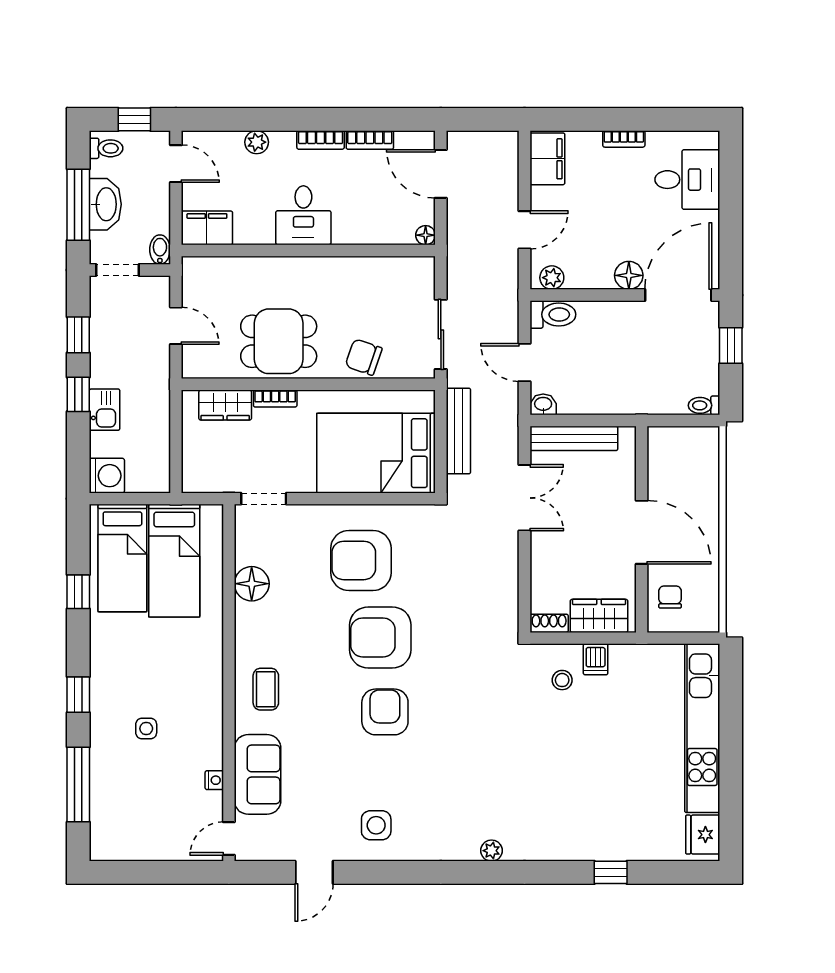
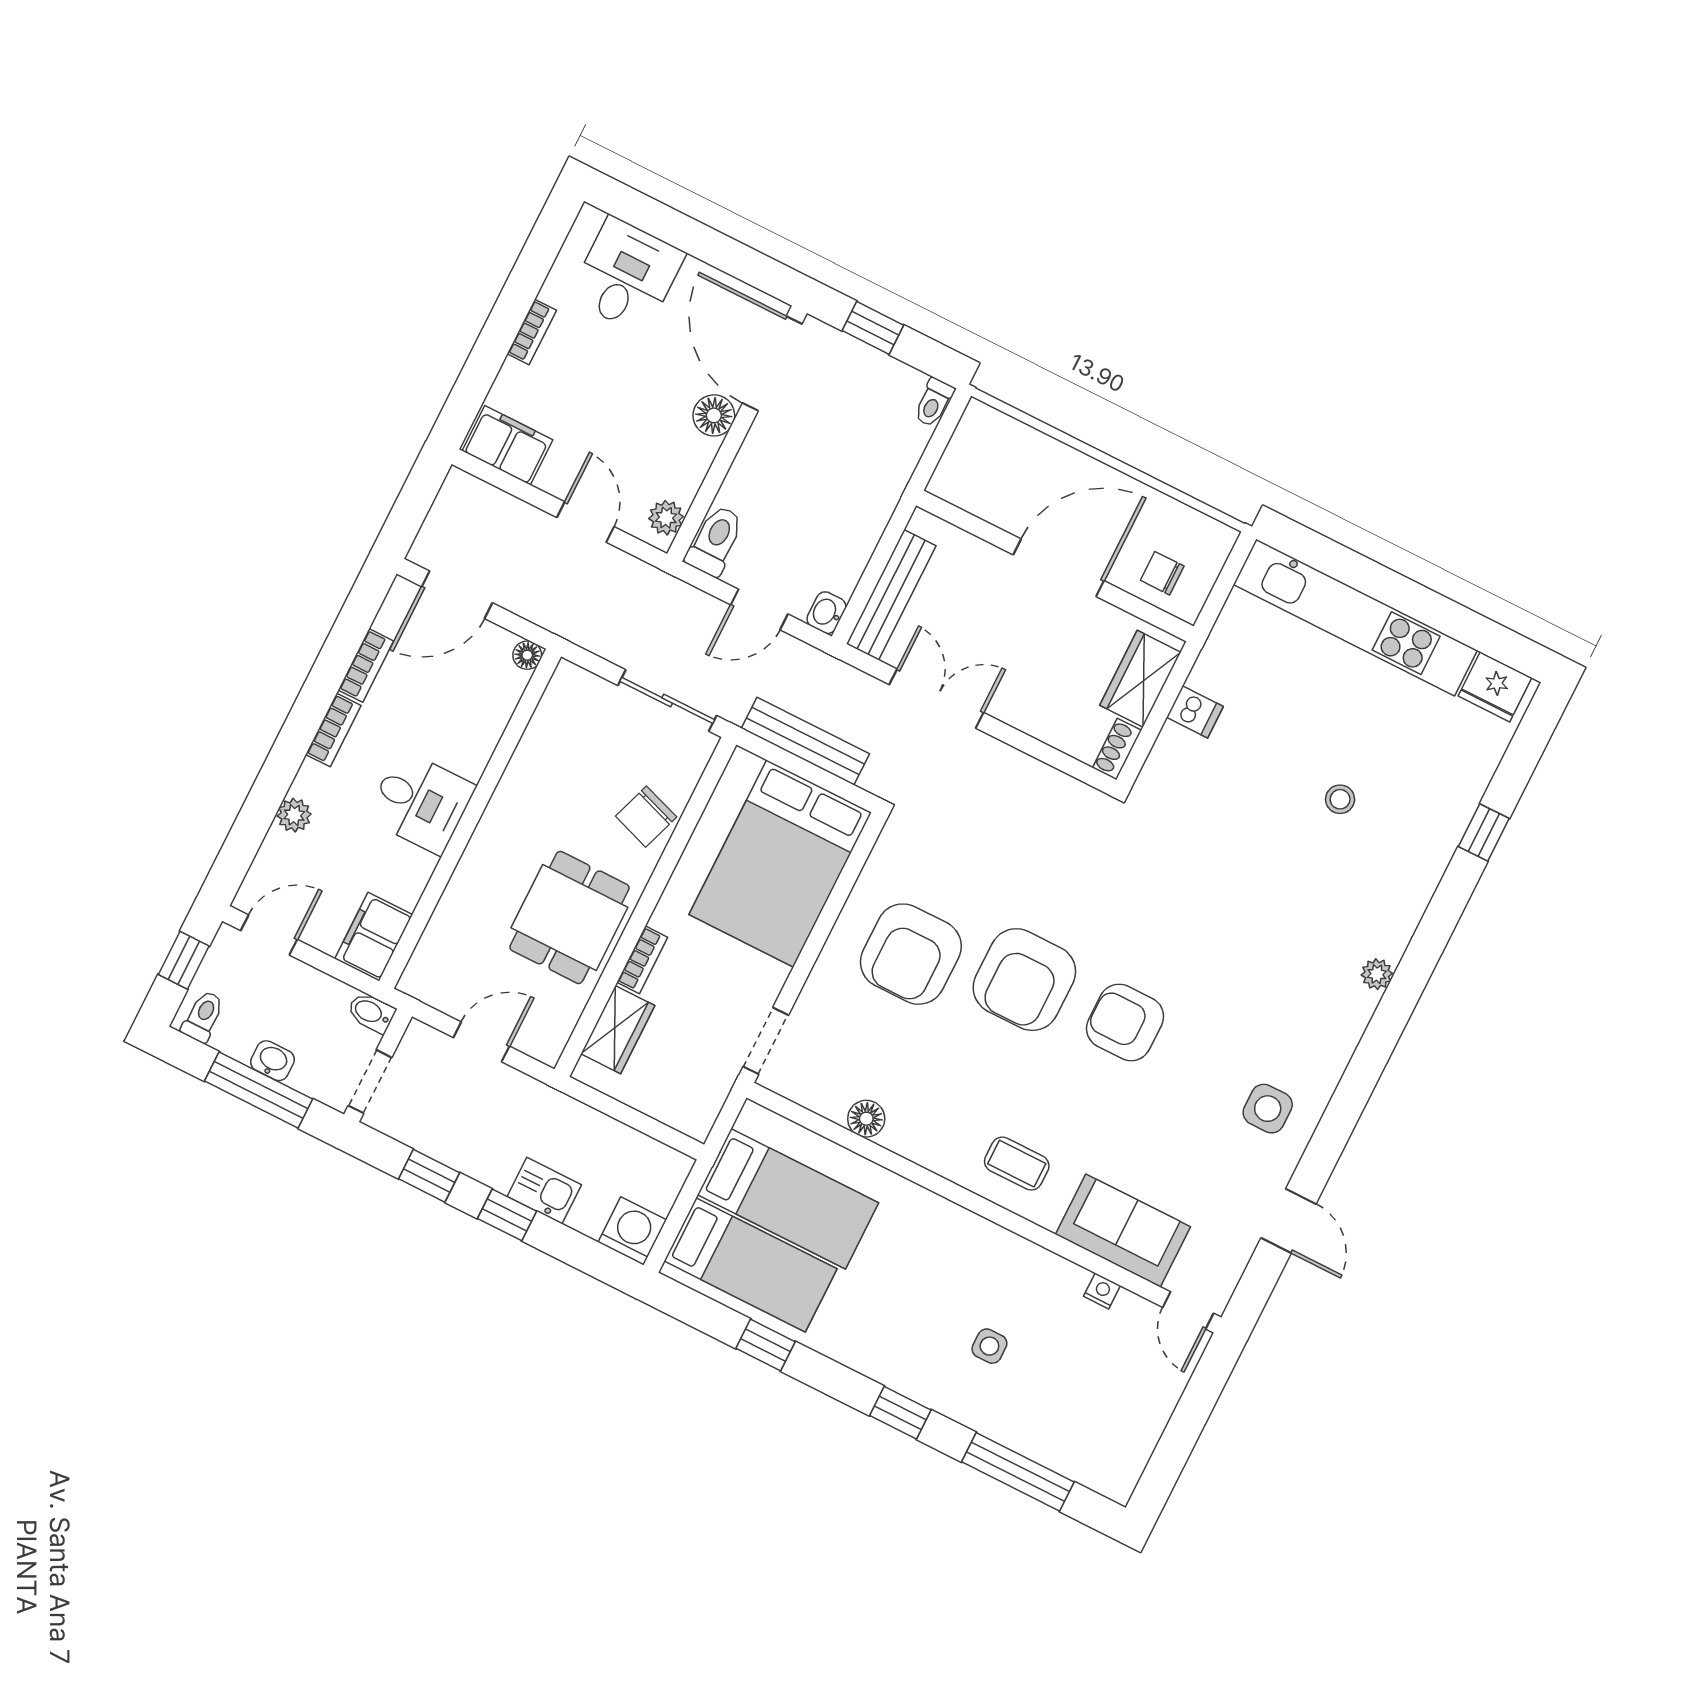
washbasin: (105, 204) -> (273, 1061), width x0.52, depth x0.69
floor lamp: (252, 584) -> (866, 1119), width x0.73, depth x0.73
stool: (562, 680) -> (1340, 799), moved

